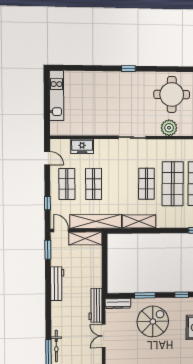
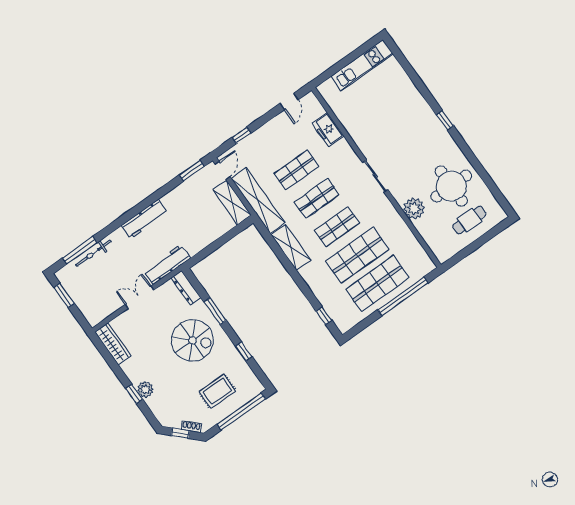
shop shelf: (67, 184) -> (317, 198), moved
workbench: (57, 284) -> (145, 219), moved

